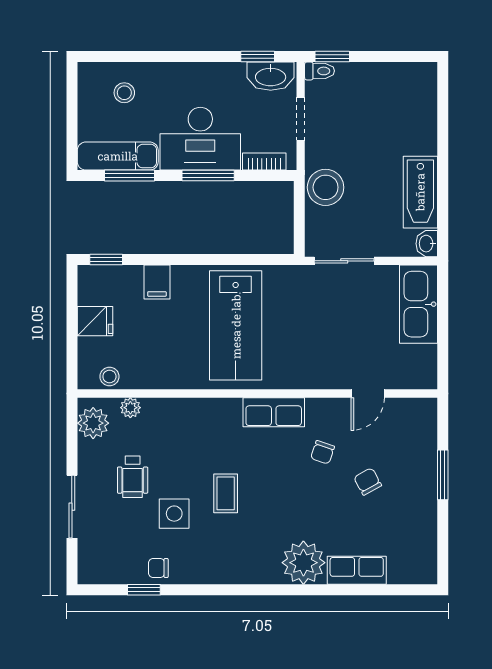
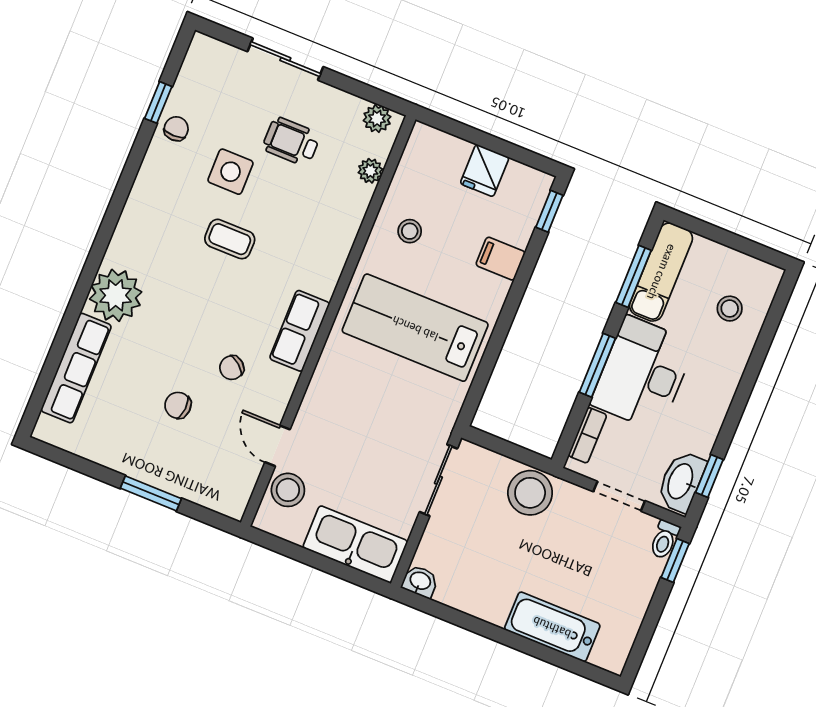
bathtub: (420, 192) -> (552, 627), moved
stool: (398, 372) -> (288, 490), added
stool: (109, 377) -> (410, 231), moved
plant: (93, 423) -> (377, 119), width x0.73, depth x0.73
chair: (323, 452) -> (232, 368), turned -70
chair: (368, 482) -> (178, 405), turned -147
row of seats: (357, 570) -> (76, 368), width x1.48

